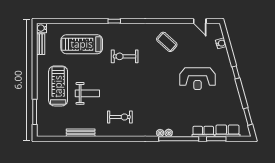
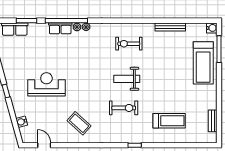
water cooler: (42, 28) -> (212, 28), moved
treadmill: (82, 44) -> (169, 121), width x0.73, depth x0.73
treadmill: (58, 86) -> (203, 63), moved
weight bench: (87, 93) -> (127, 79), moved
row of seats: (203, 131) -> (60, 28), moved

